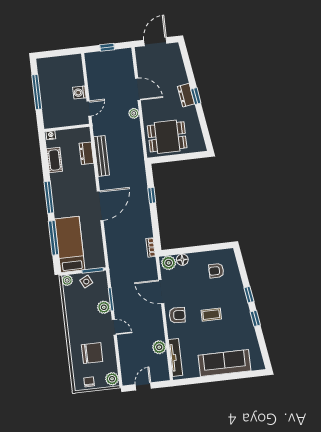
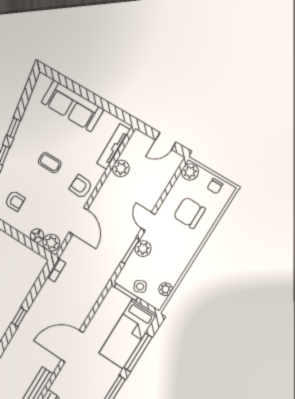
plant: (67, 280) -> (166, 289), moved

